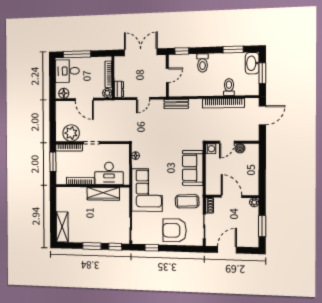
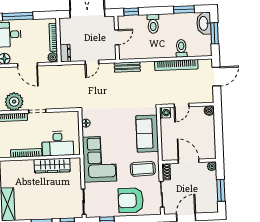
boiler: (240, 148) -> (209, 111), moved

